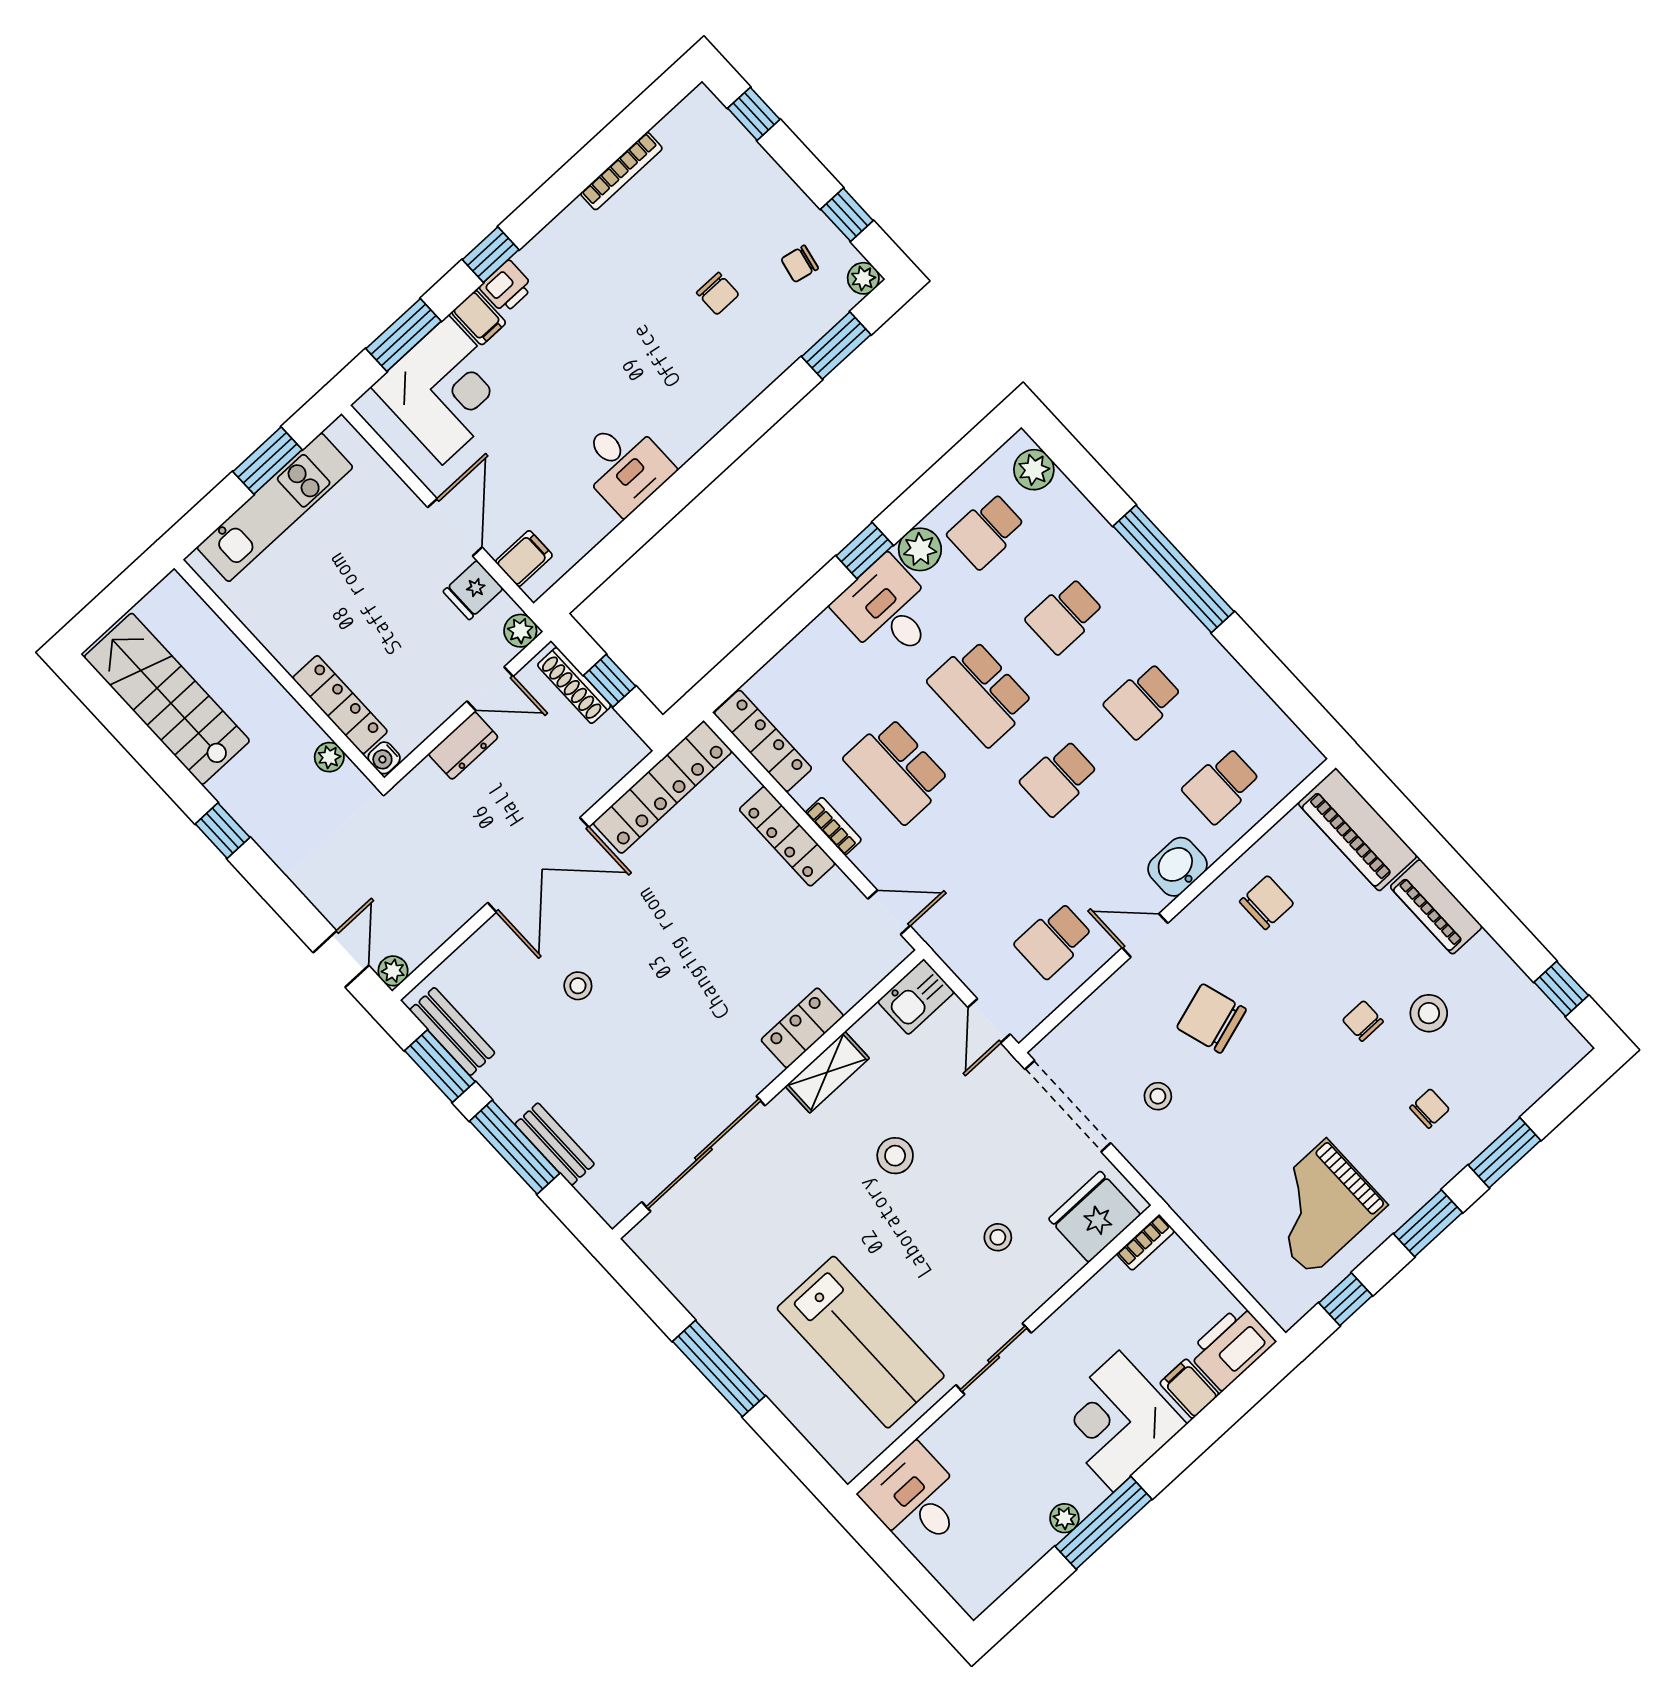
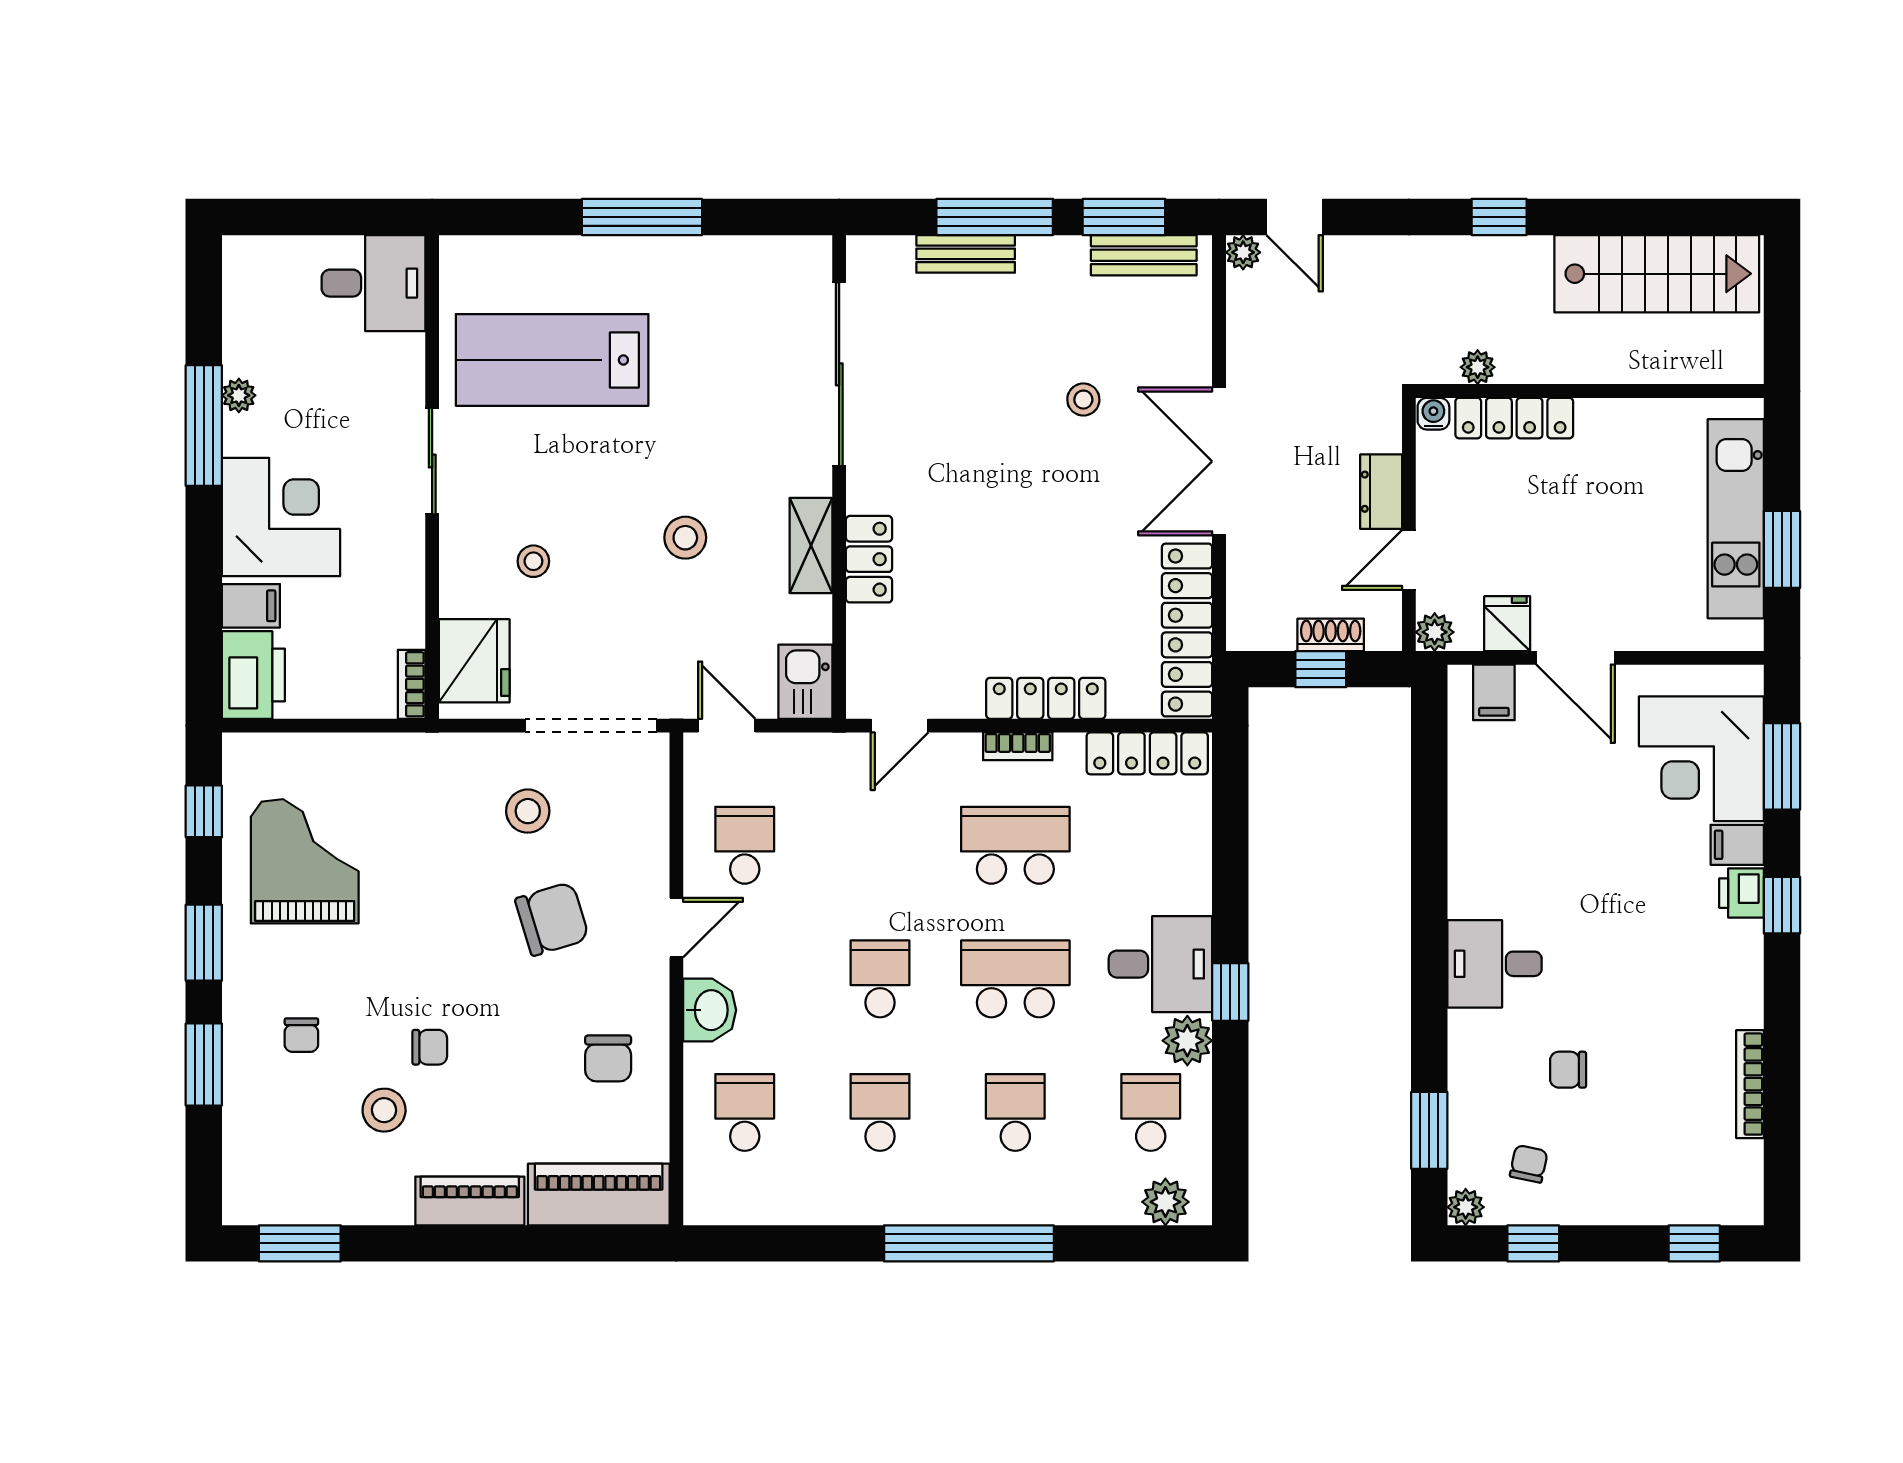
desk: (624, 465) -> (1494, 964), moved
shoe rack: (574, 685) -> (1331, 635), width x0.70
window: (1561, 989) -> (300, 1243), width x1.50
stool: (1158, 1096) -> (528, 811), width x1.37, depth x1.37

